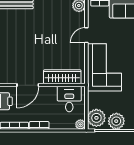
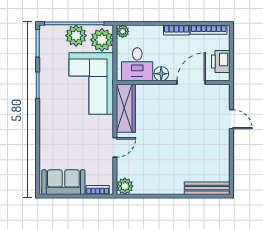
corner sofa: (105, 67) -> (91, 84), moved
wardrobe: (62, 77) -> (126, 108), moved, turned -90
floor lamp: (51, 92) -> (161, 74), added

